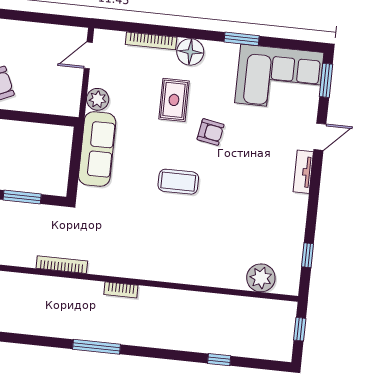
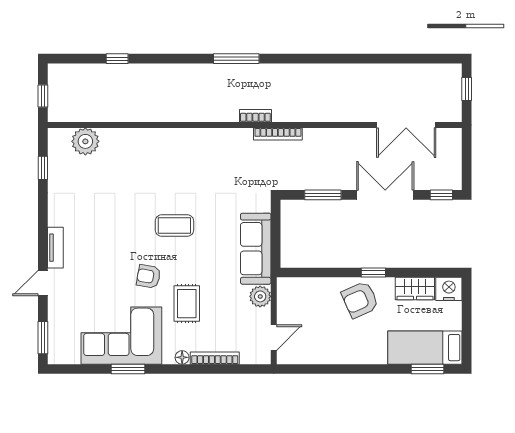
floor lamp: (190, 52) -> (182, 357), width x0.53, depth x0.53
corner sofa: (279, 78) -> (121, 336), moved
bookcase: (121, 290) -> (255, 116), moved

